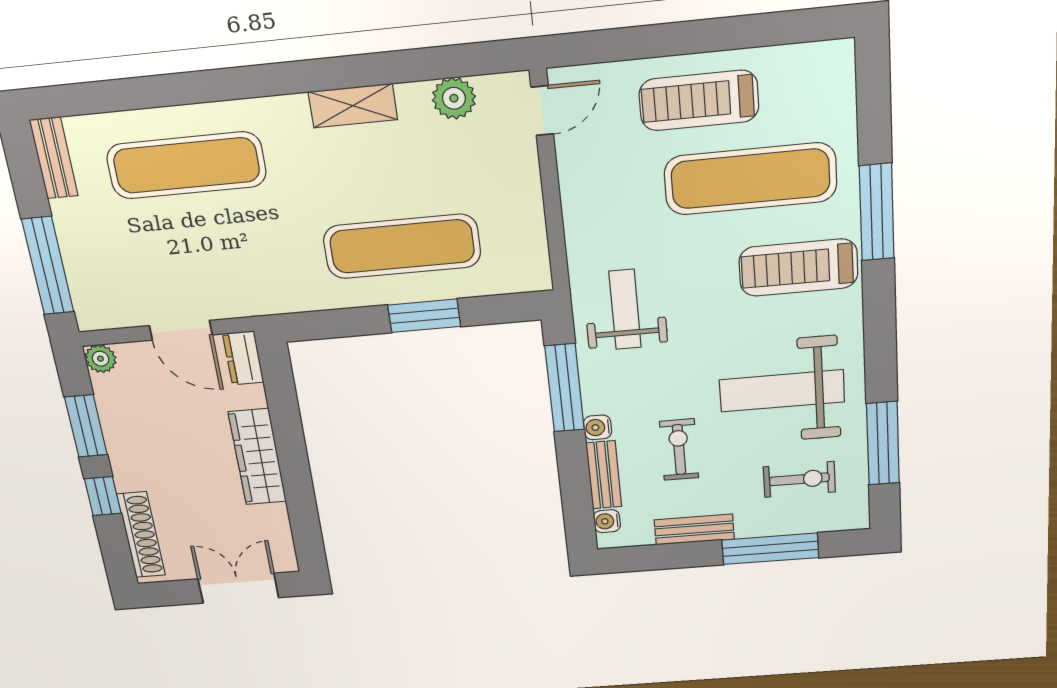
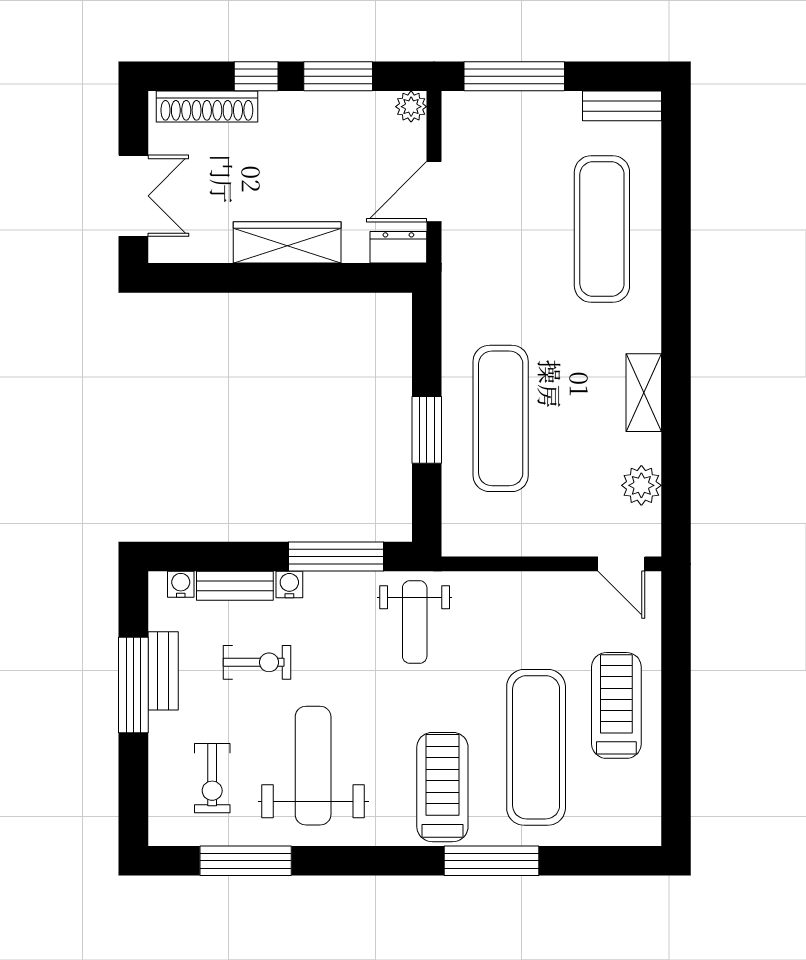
weight bench: (625, 310) -> (415, 622), turned 90
window: (770, 549) -> (133, 685), moved

